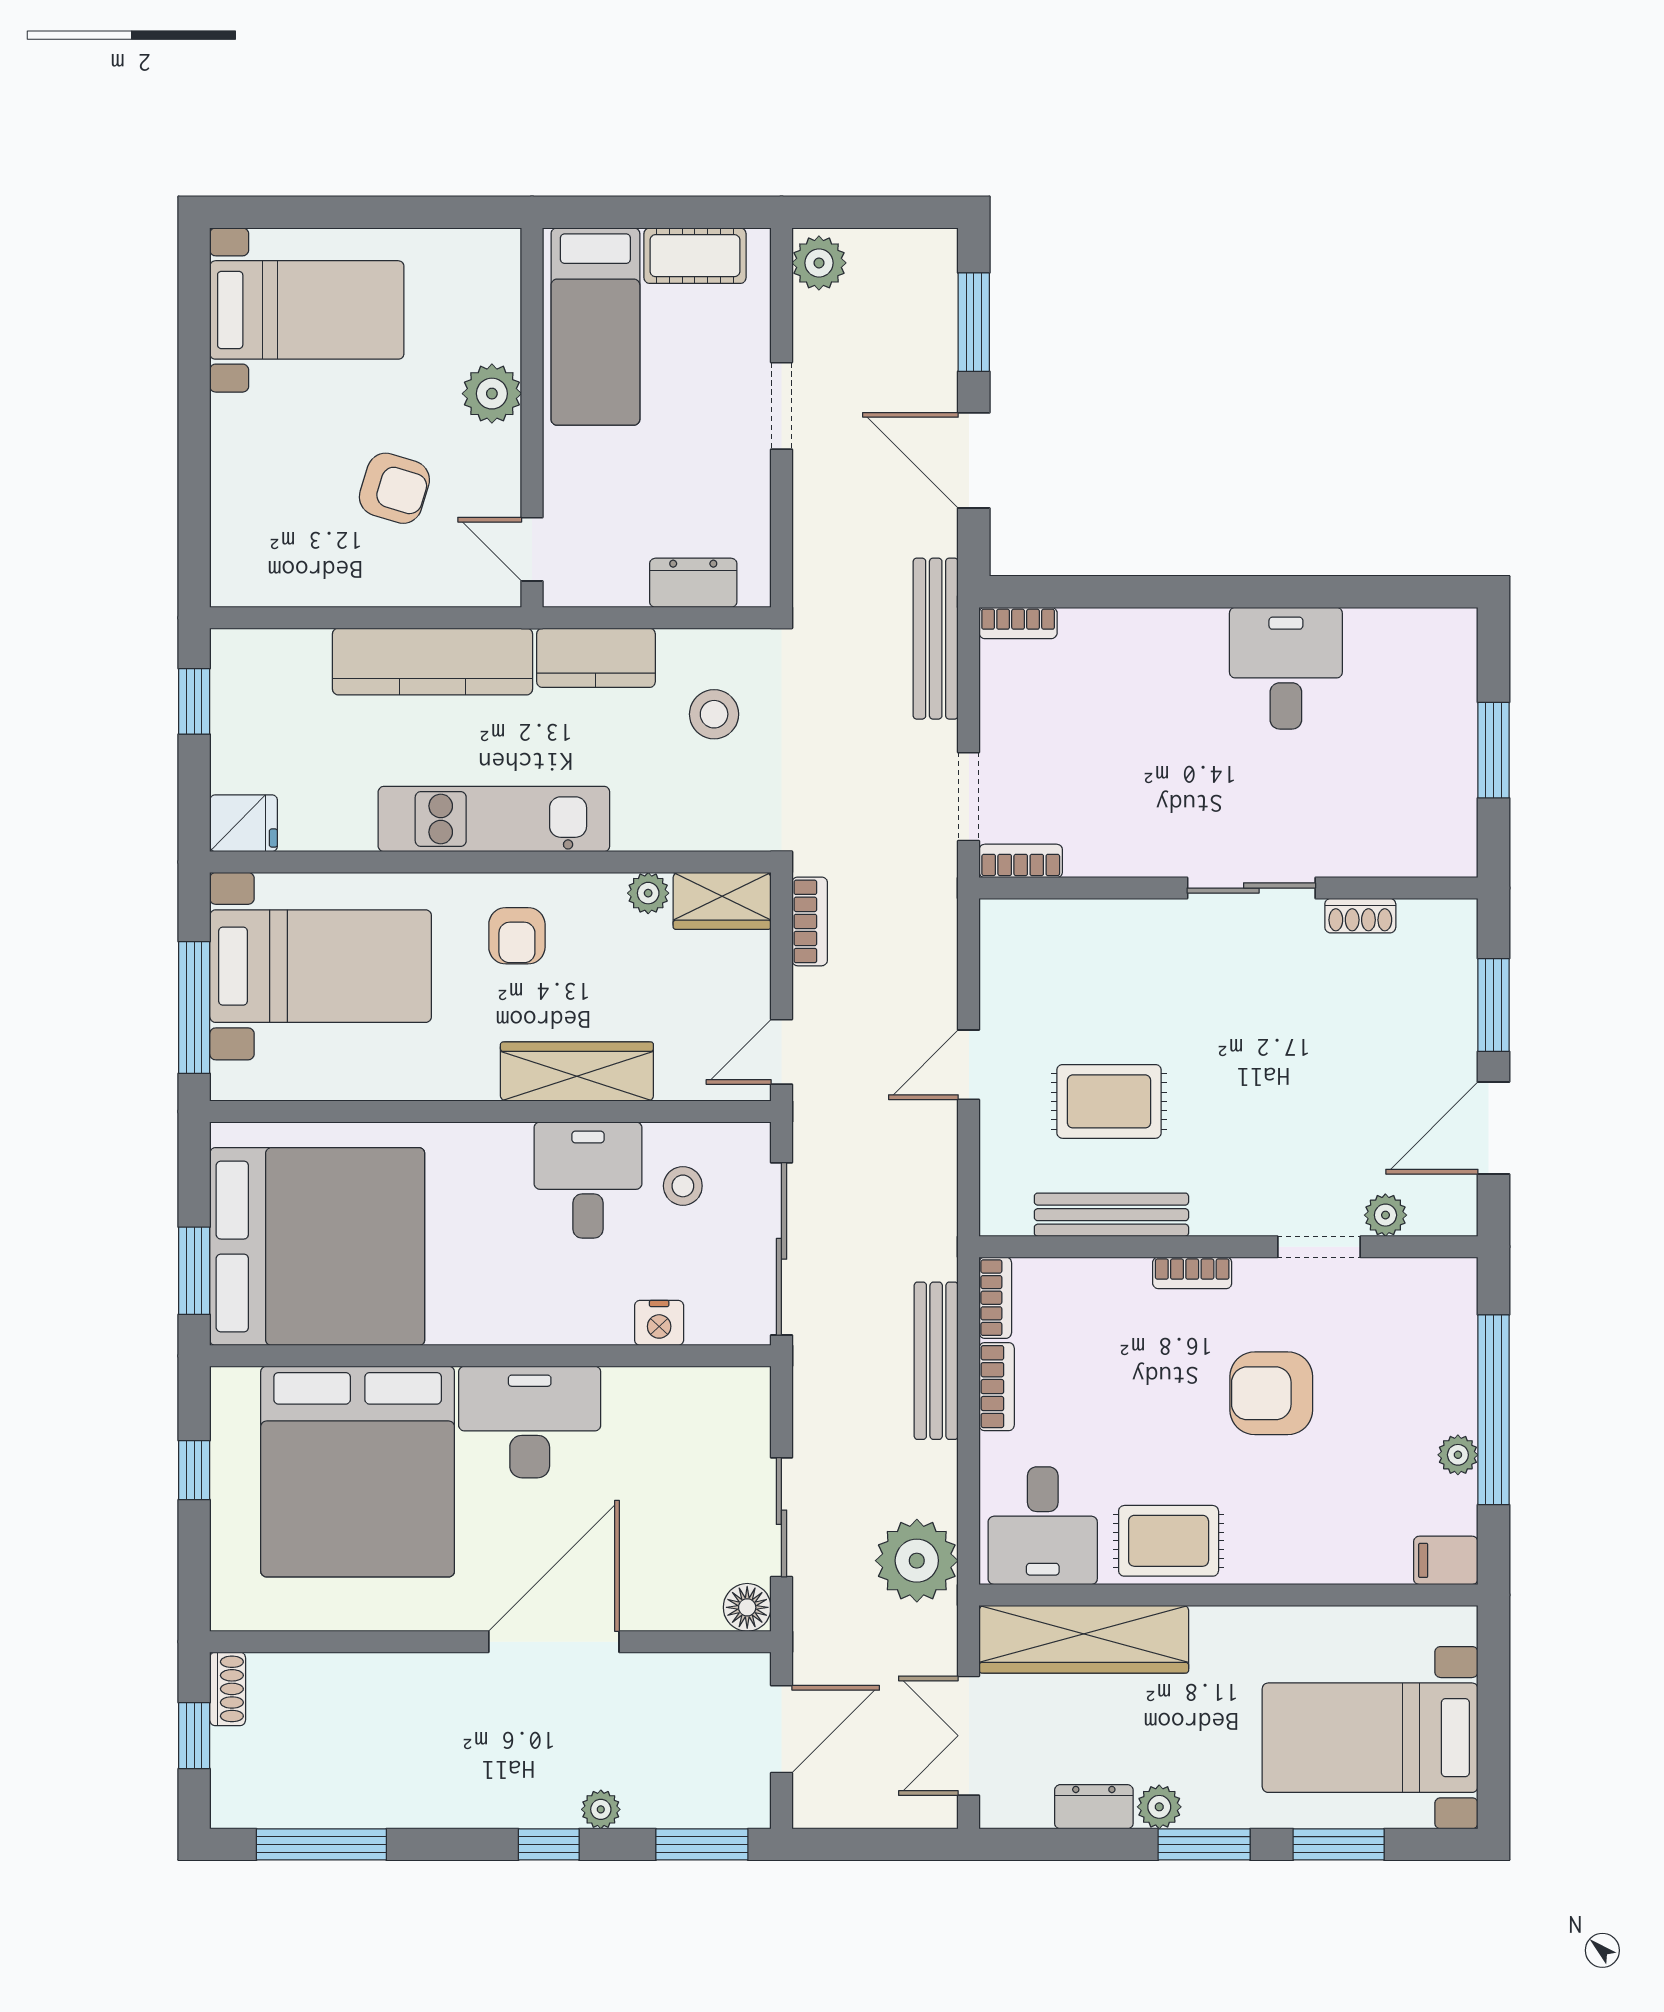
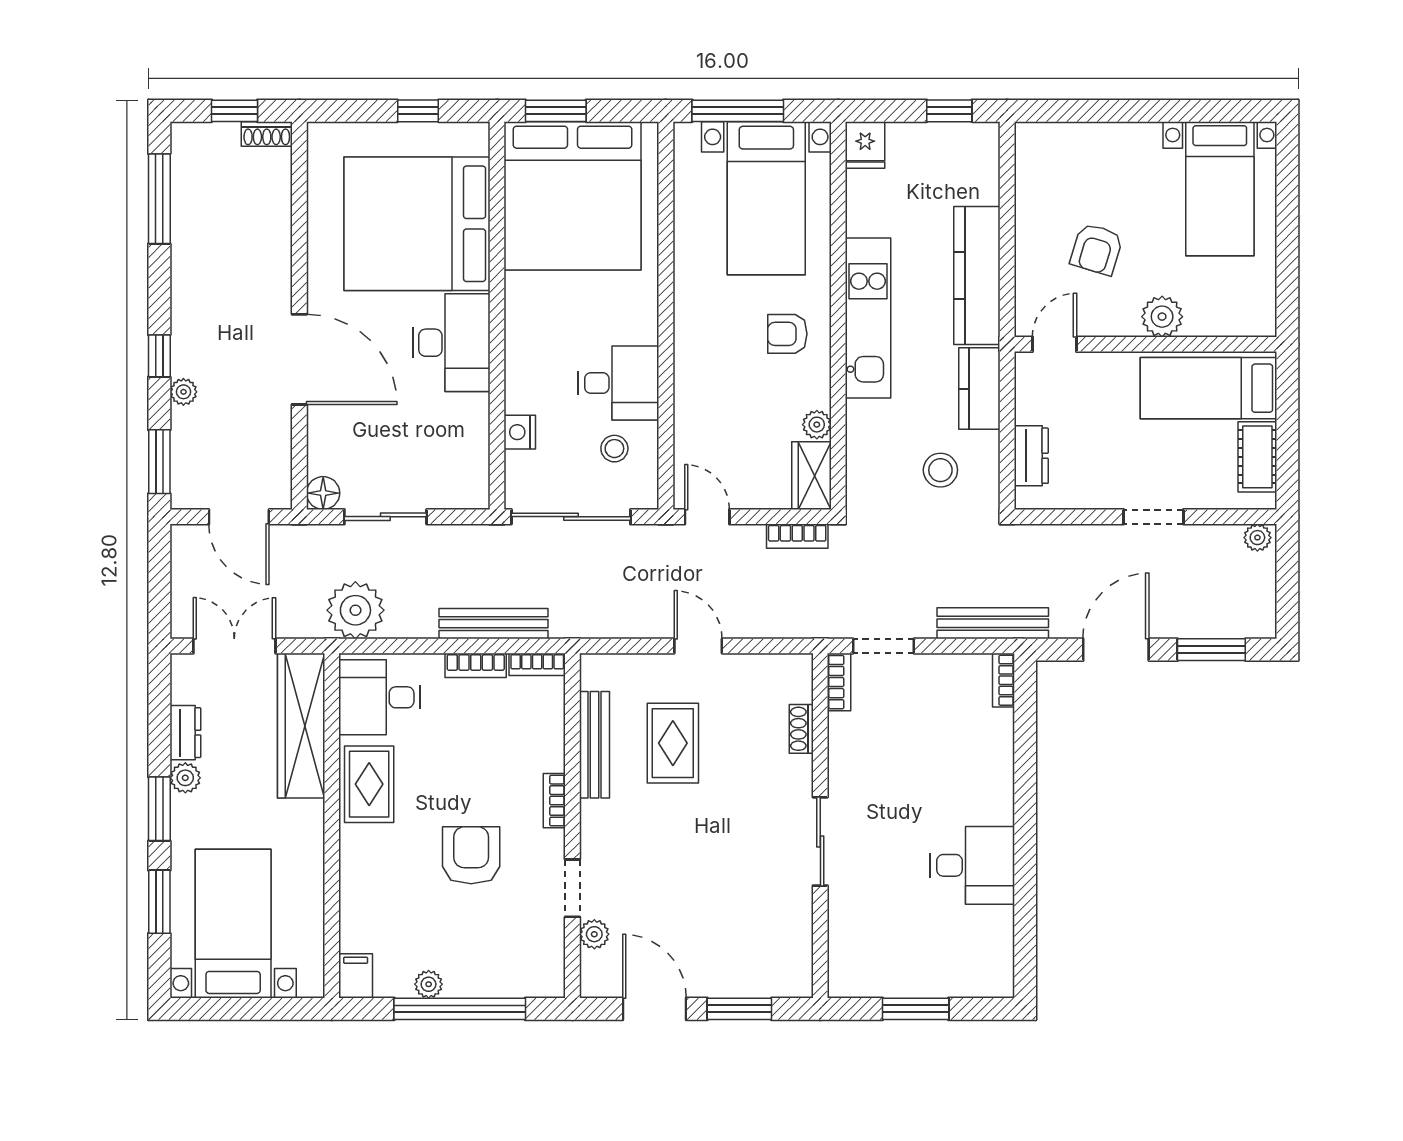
plant: (819, 263) -> (1257, 538), width x0.73, depth x0.73
shoe rack: (1360, 916) -> (801, 729), moved
wardrobe: (577, 1072) -> (693, 375), removed

